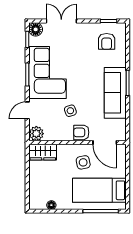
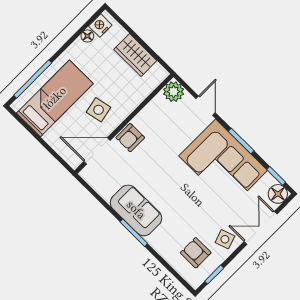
double door: (61, 21) -> (261, 228), swing flipped
sofa: (115, 93) -> (136, 210), width x0.73
side table: (70, 111) -> (225, 239), moved
armchair: (81, 132) -> (130, 138), turned 180
wardrobe: (43, 152) -> (135, 55), moved, turned -90
nightstand: (40, 204) -> (100, 26), added

